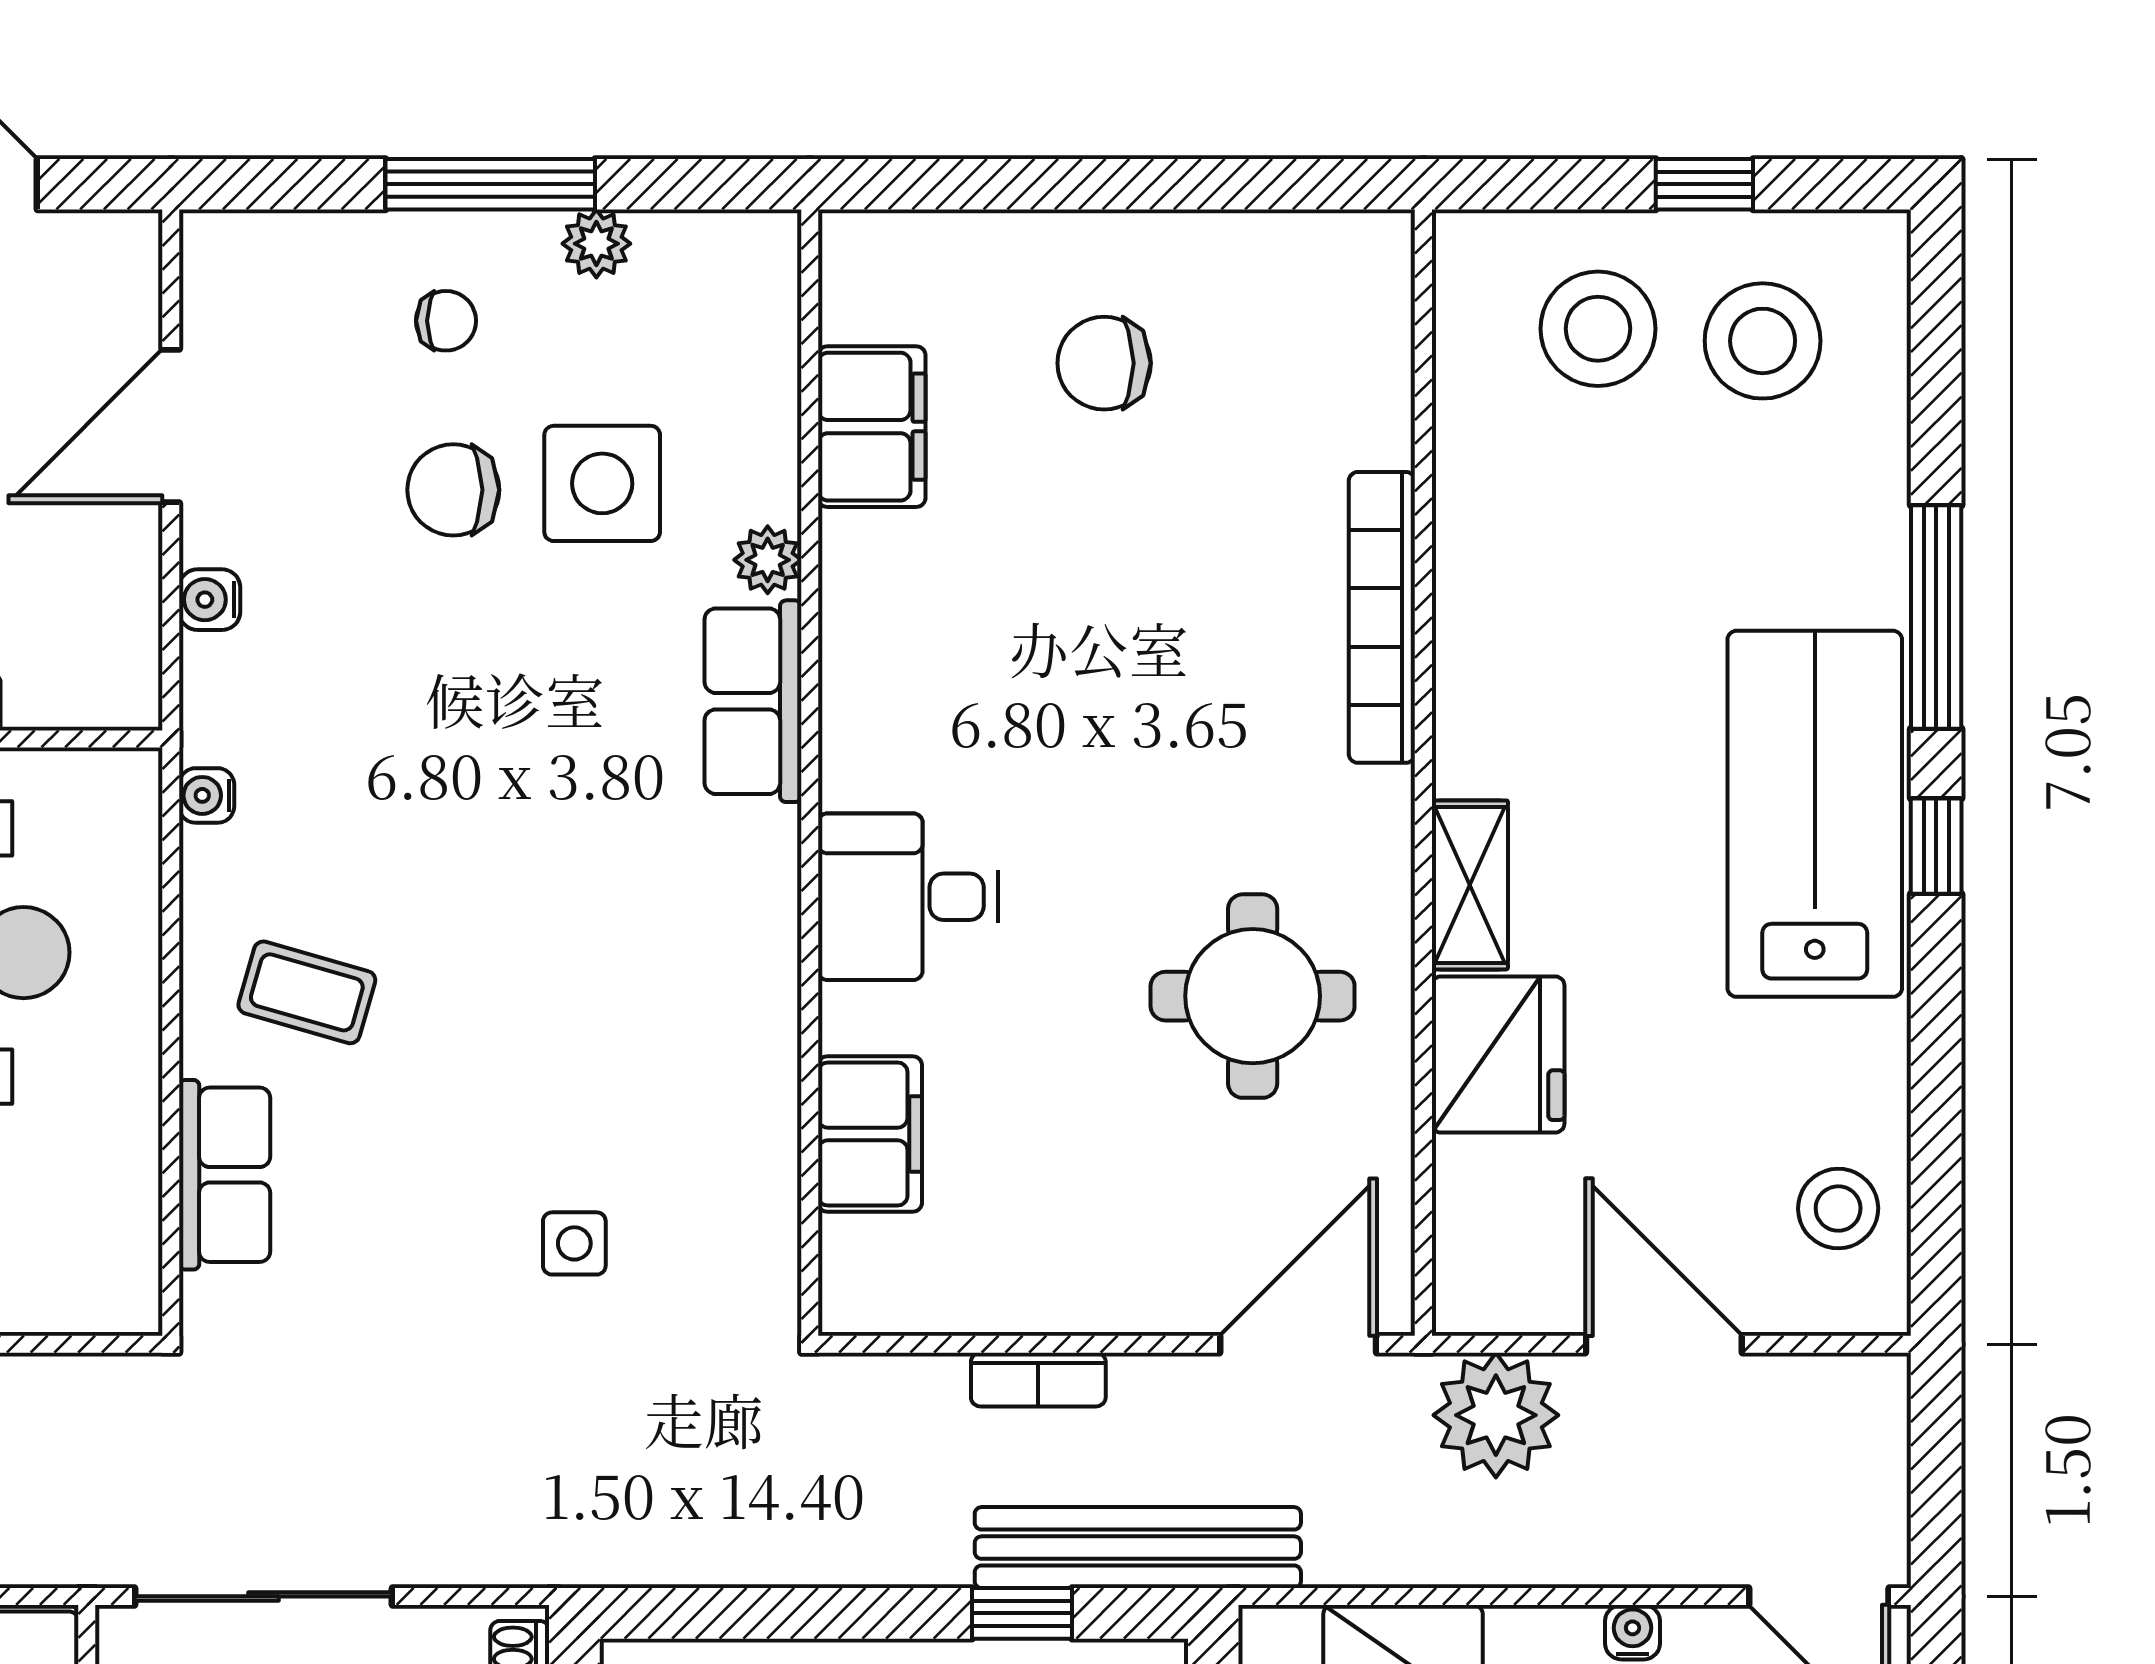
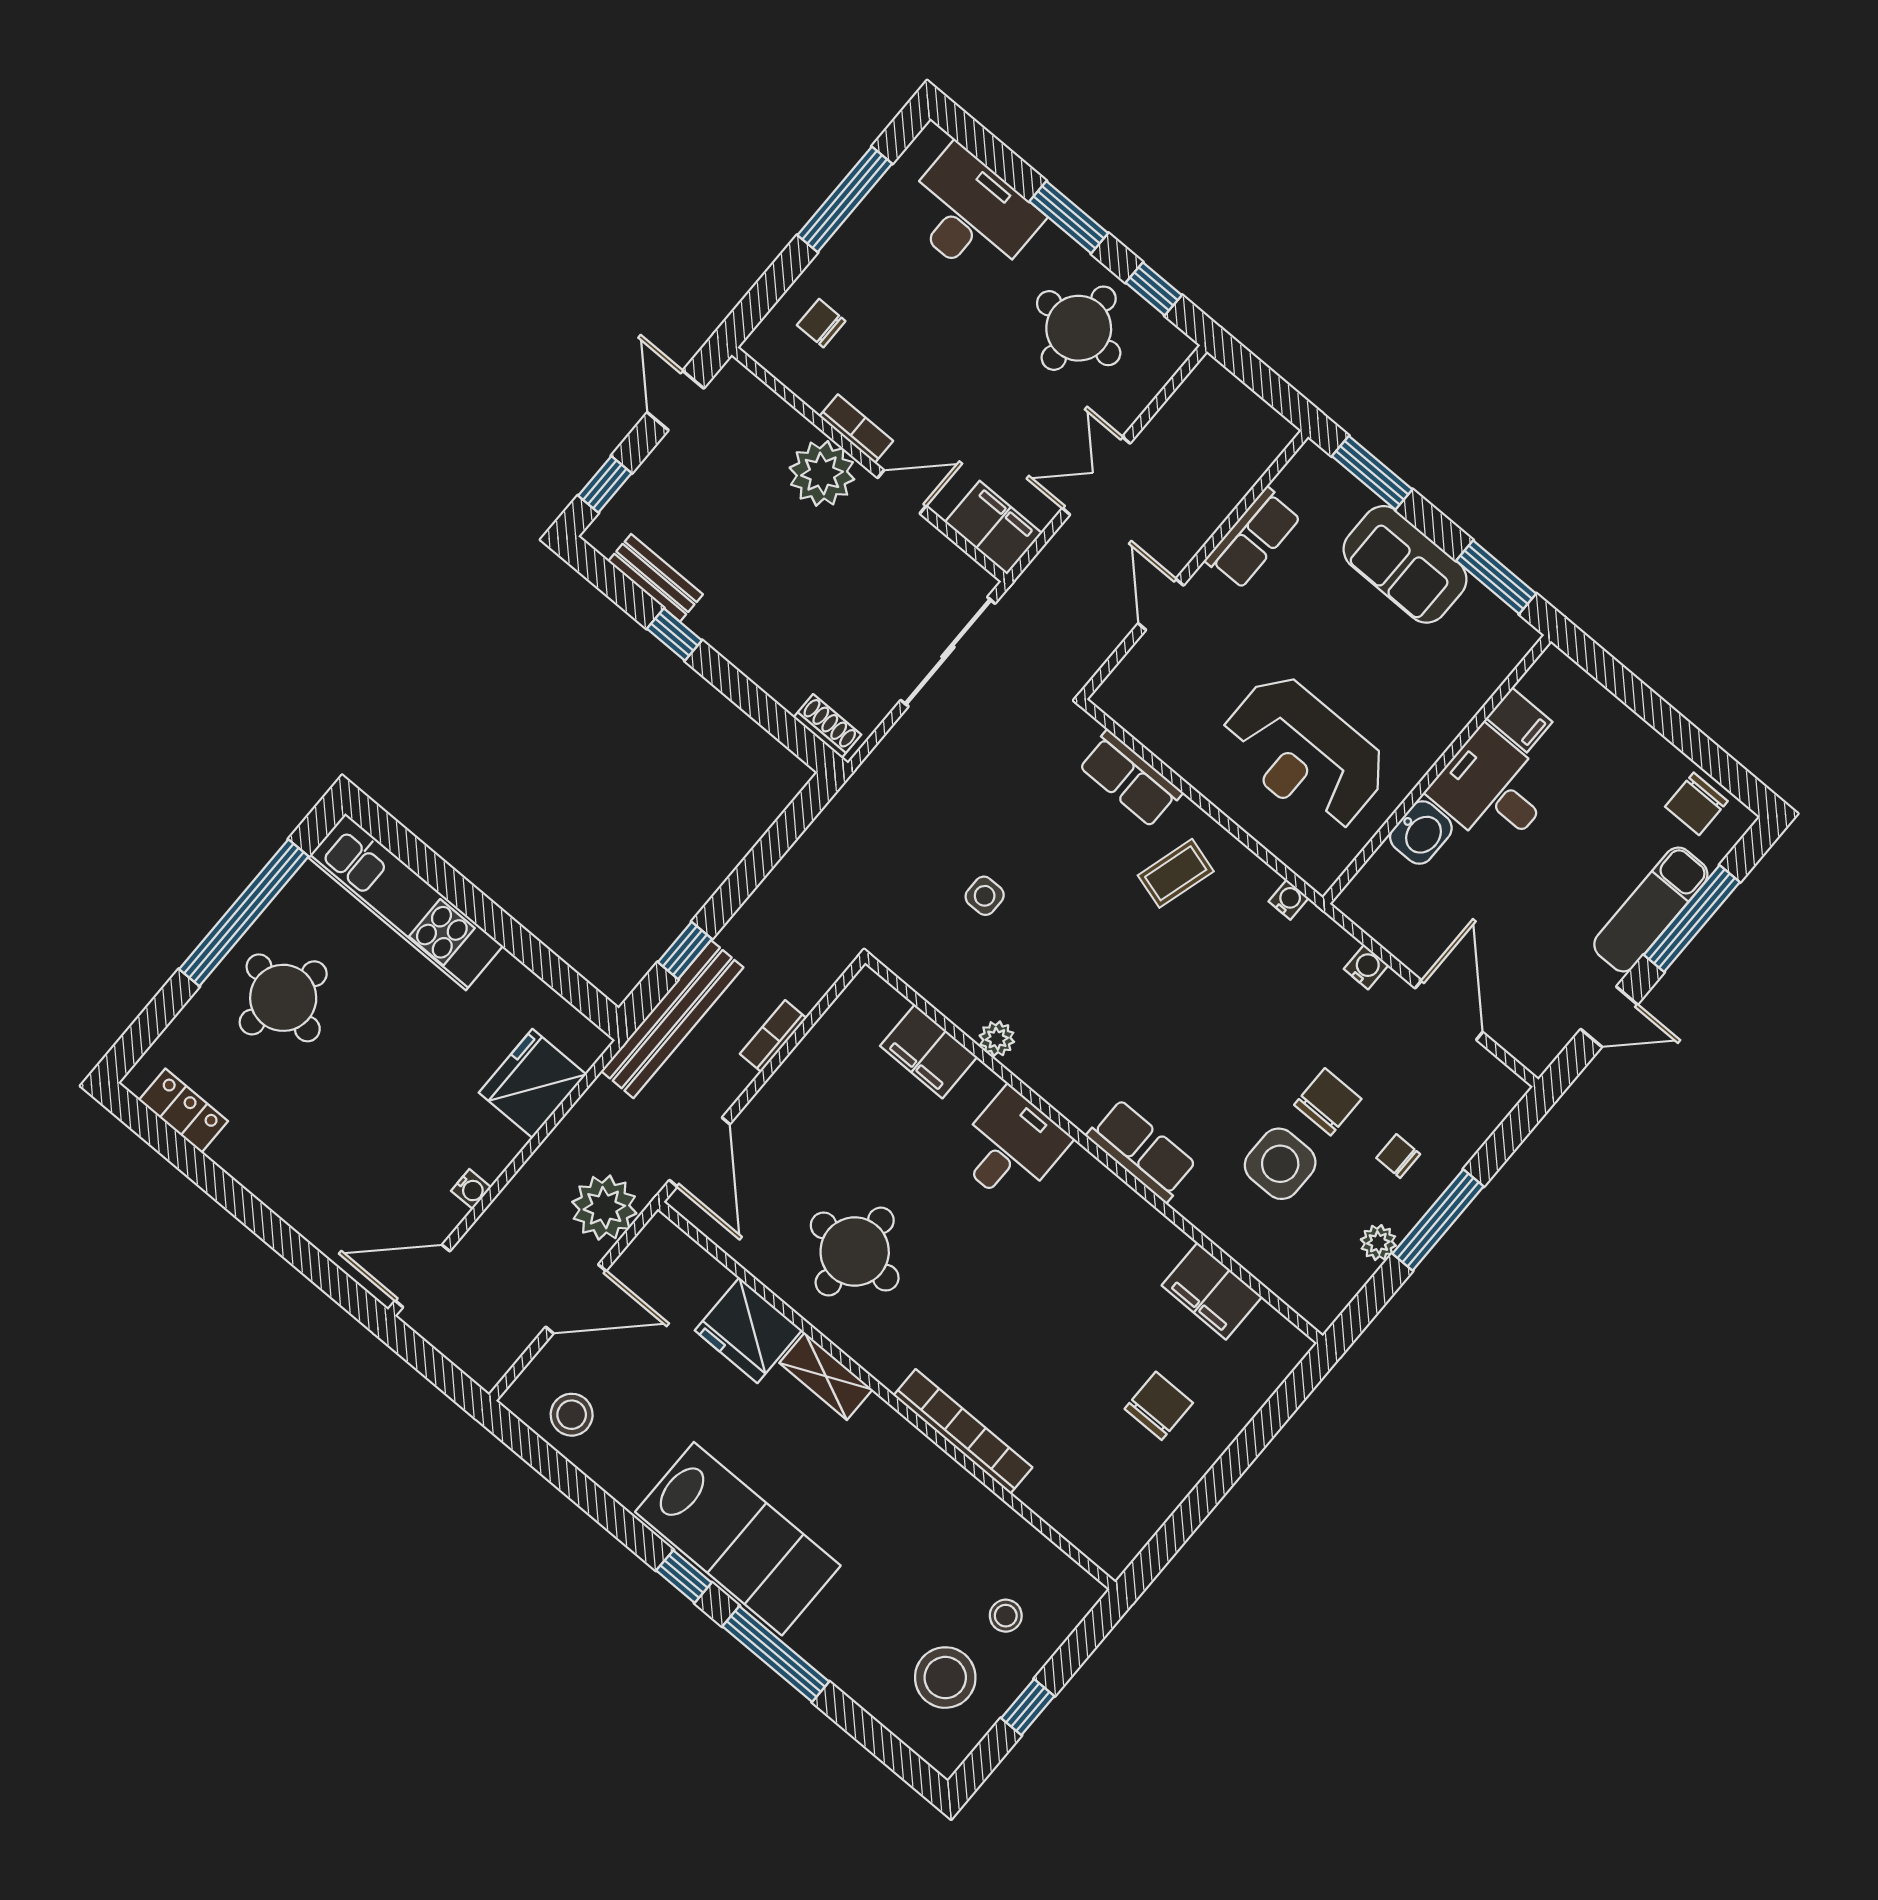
chair: (446, 321) -> (1398, 1156), turned 90
stool: (1598, 329) -> (1006, 1616), width x0.53, depth x0.53
plant: (768, 560) -> (997, 1039), moved

